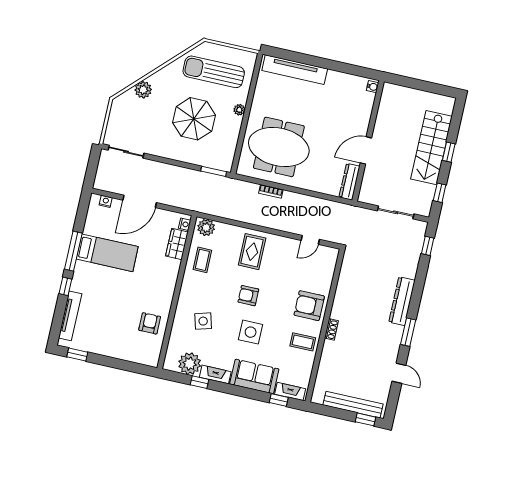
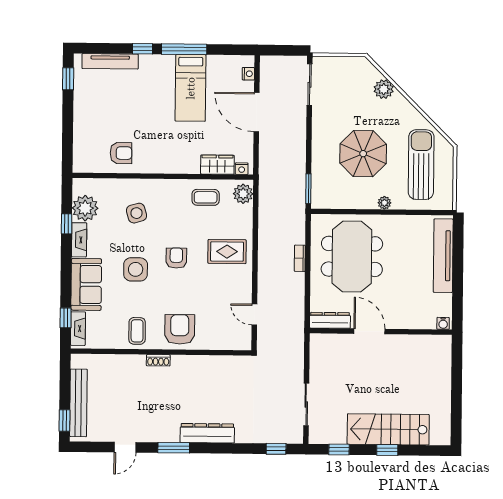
water cooler: (373, 87) -> (443, 323), moved
wall: (368, 141) -> (381, 331), moved
door: (366, 150) -> (369, 331), moved
dresser: (349, 182) -> (330, 320), moved

